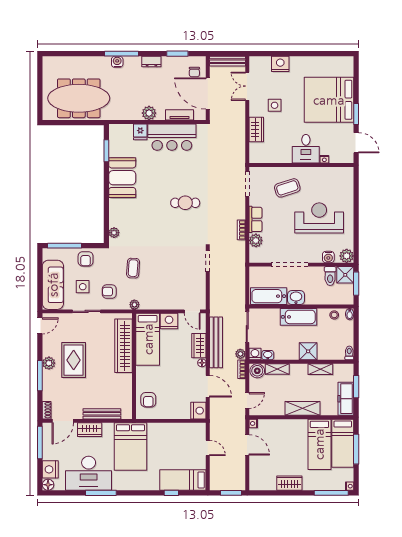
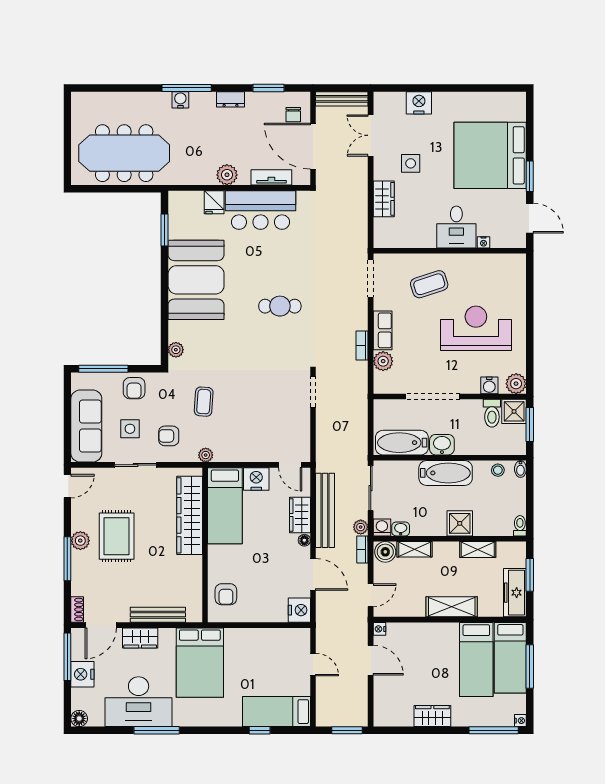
booth: (122, 178) -> (196, 280), width x1.36, depth x1.42
nightstand: (50, 469) -> (82, 674), moved

